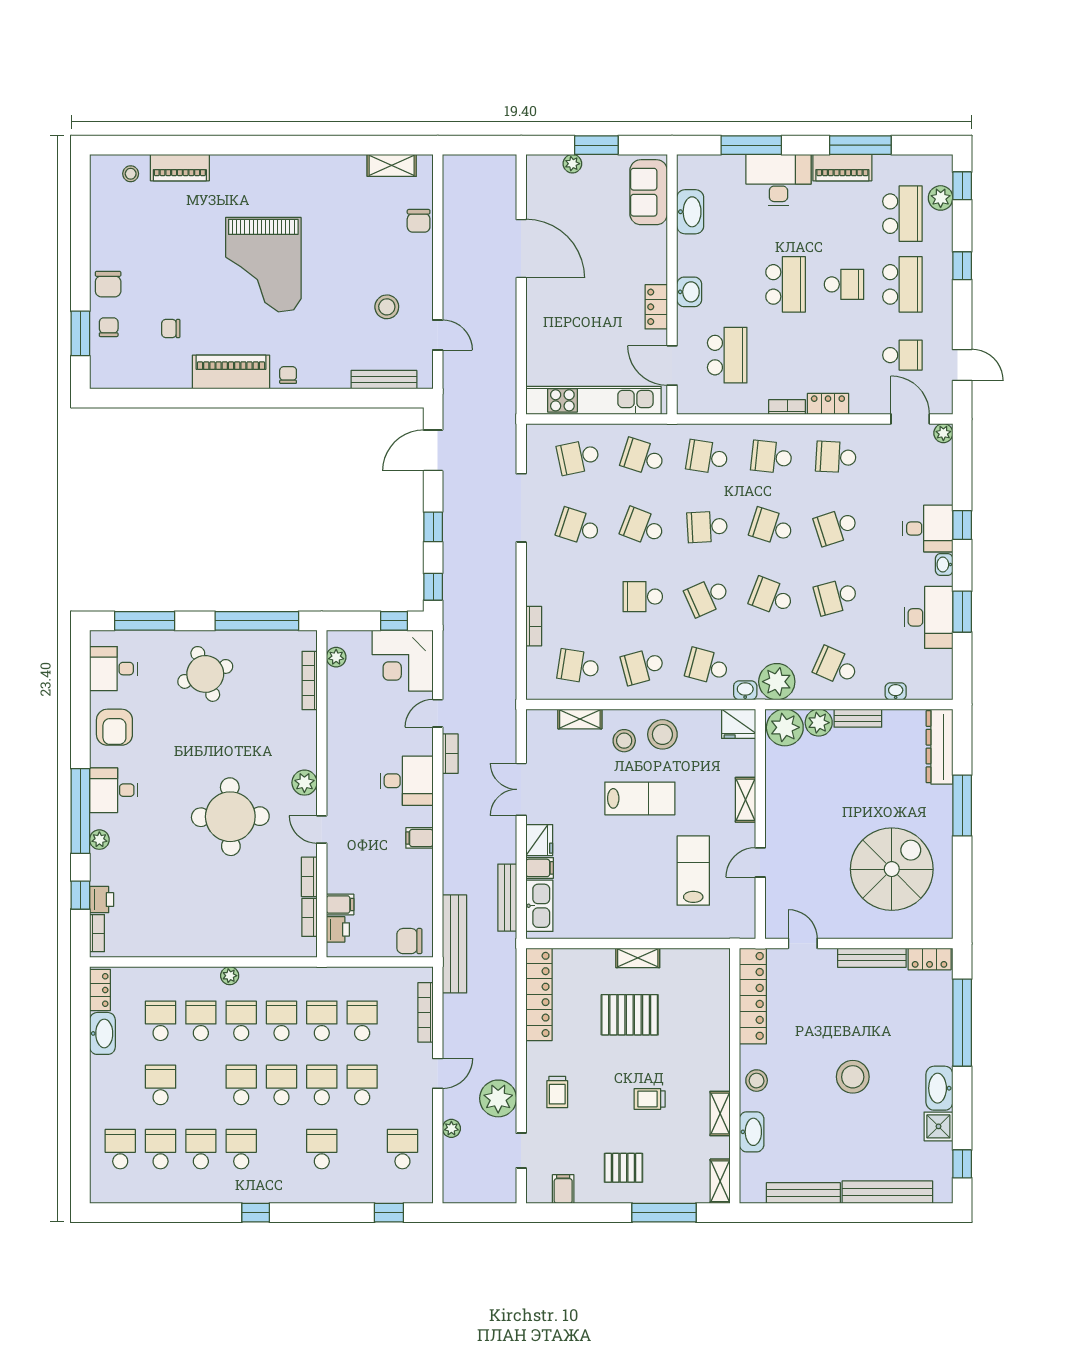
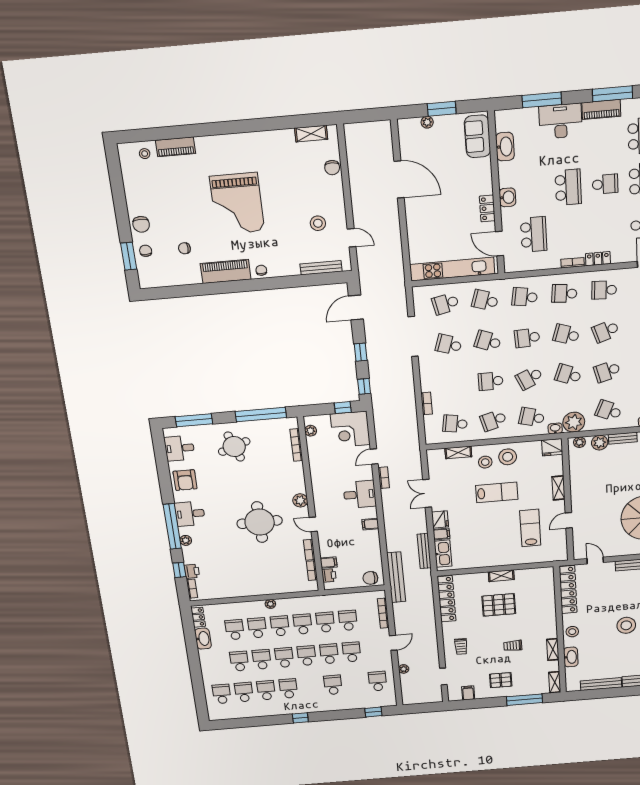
plant: (785, 727) -> (579, 442), width x0.53, depth x0.53
school desk: (201, 1085) -> (262, 659), added
plant: (498, 1098) -> (428, 652), removed

